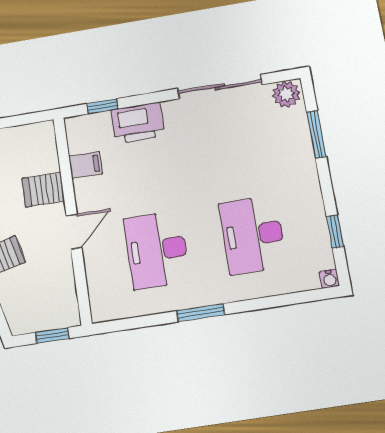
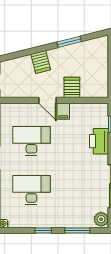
filing cabinet: (86, 165) -> (63, 111), moved
window: (335, 231) -> (43, 231), moved

